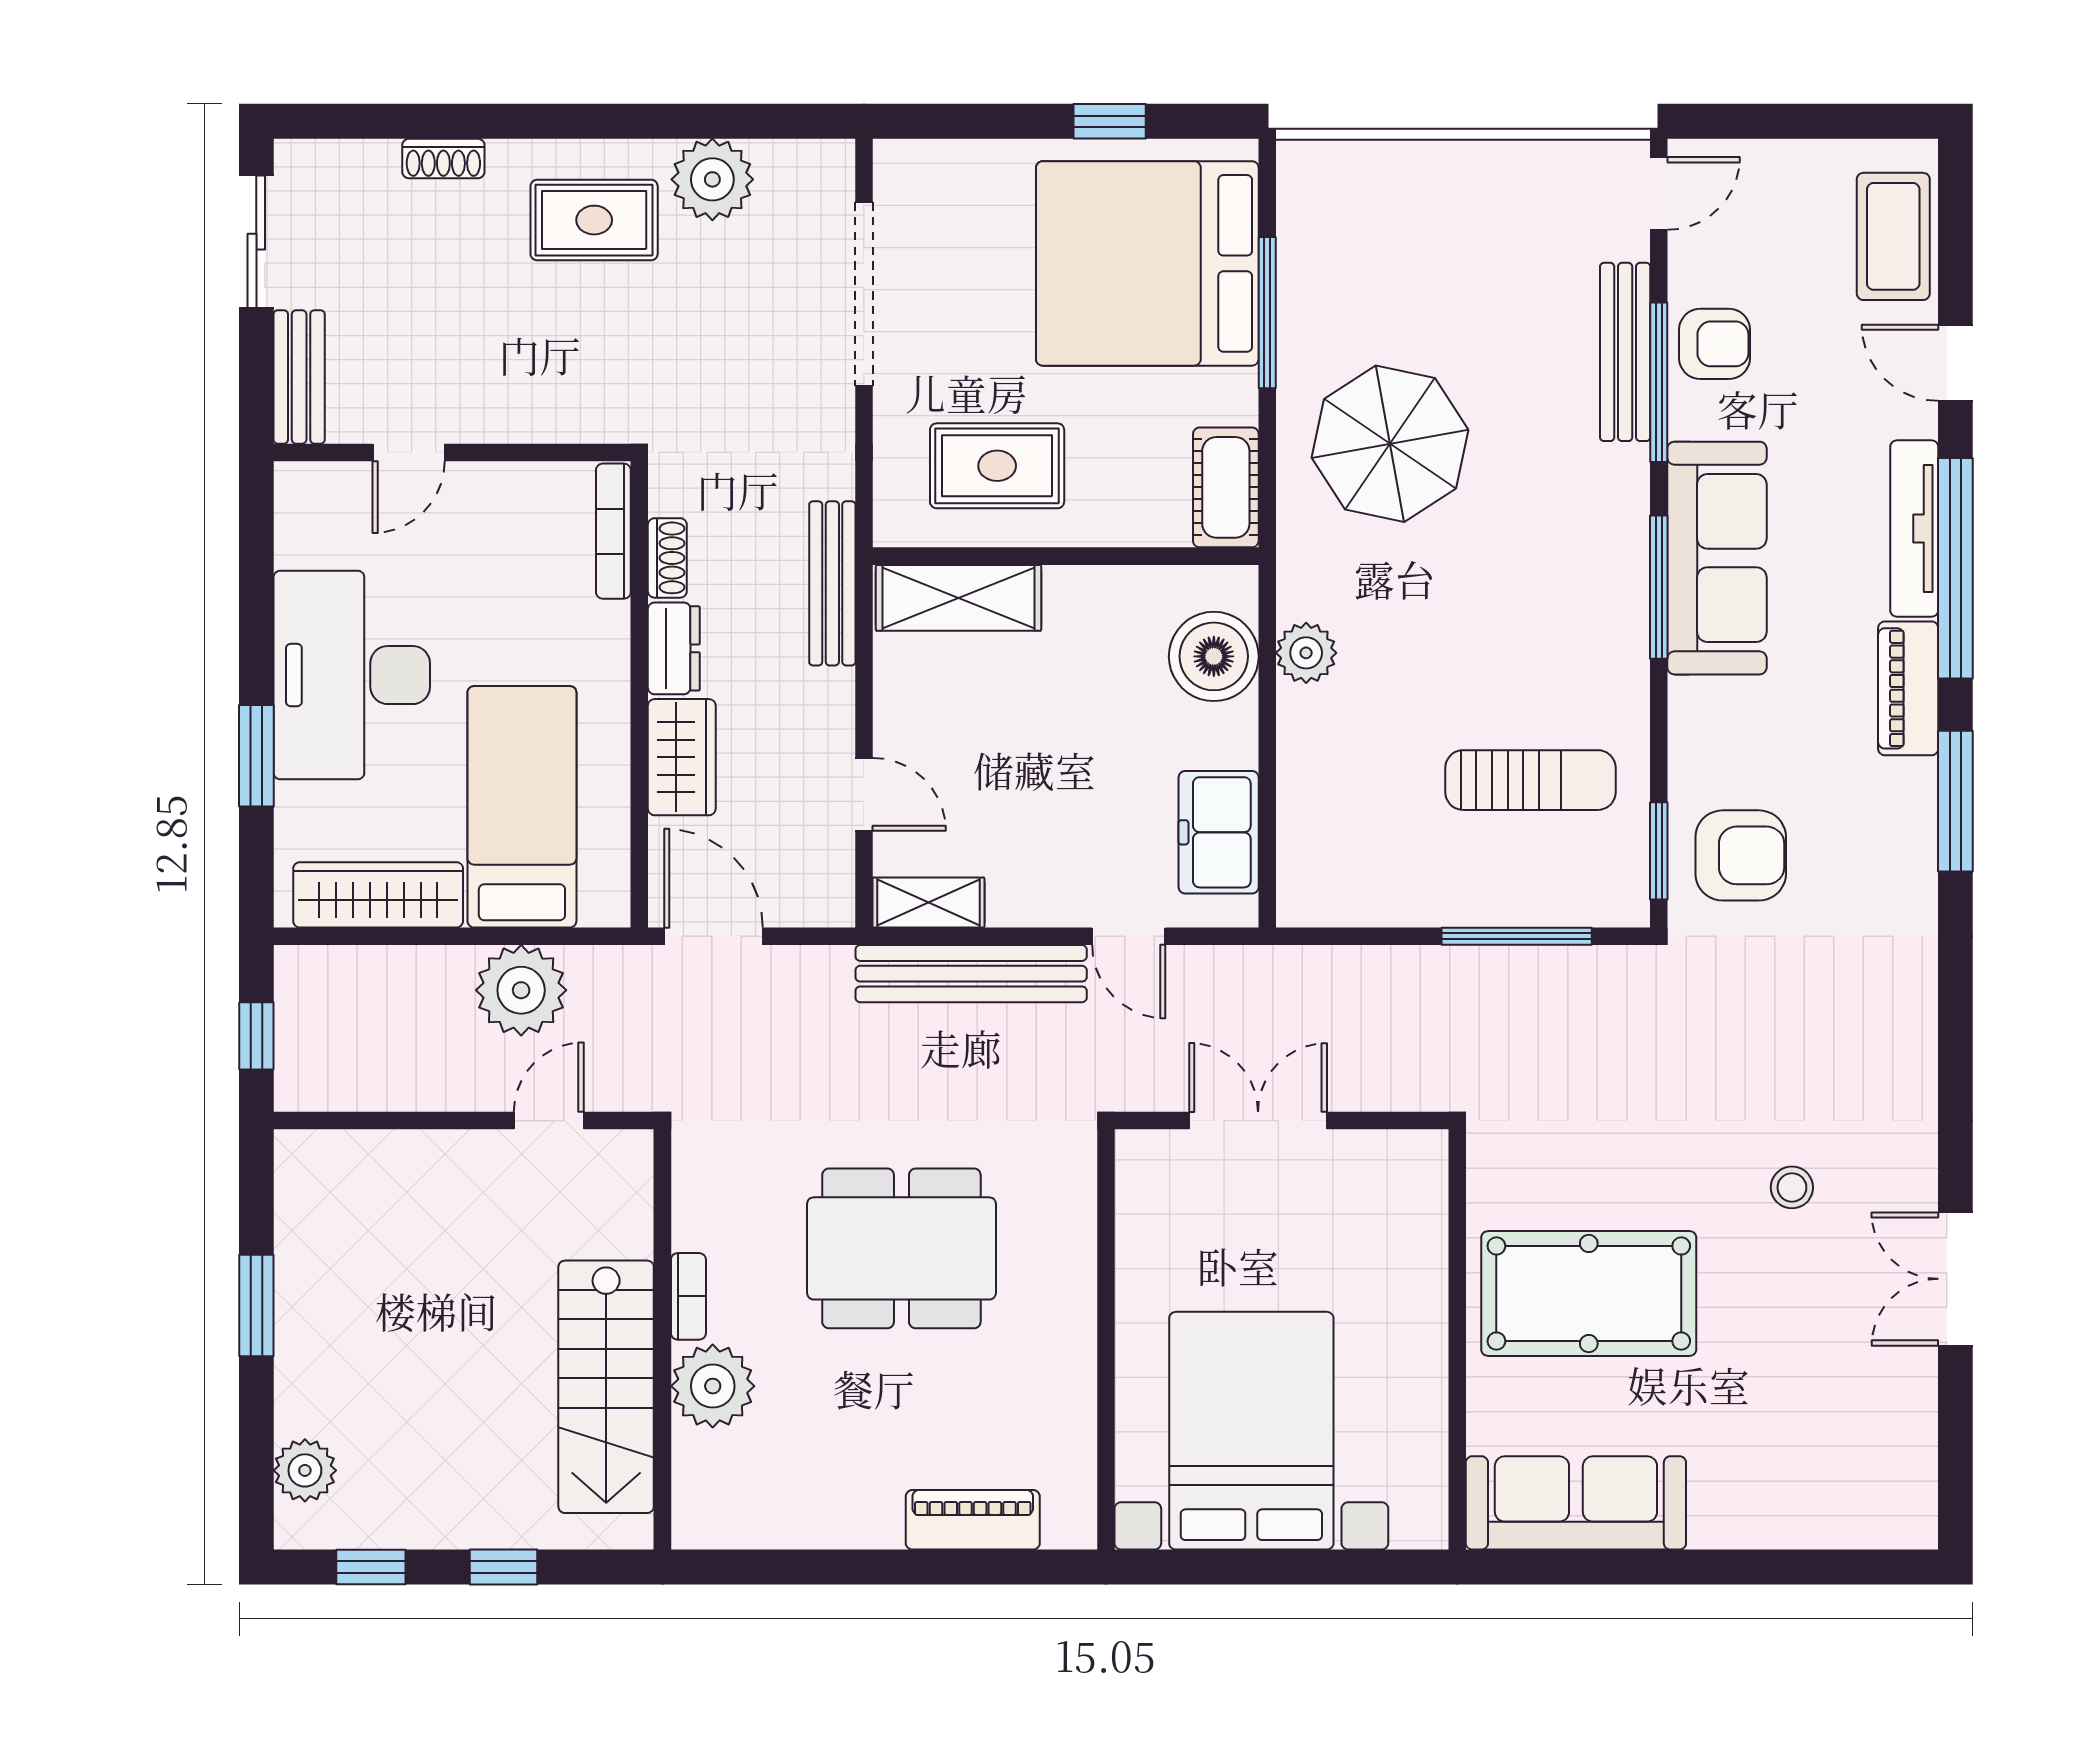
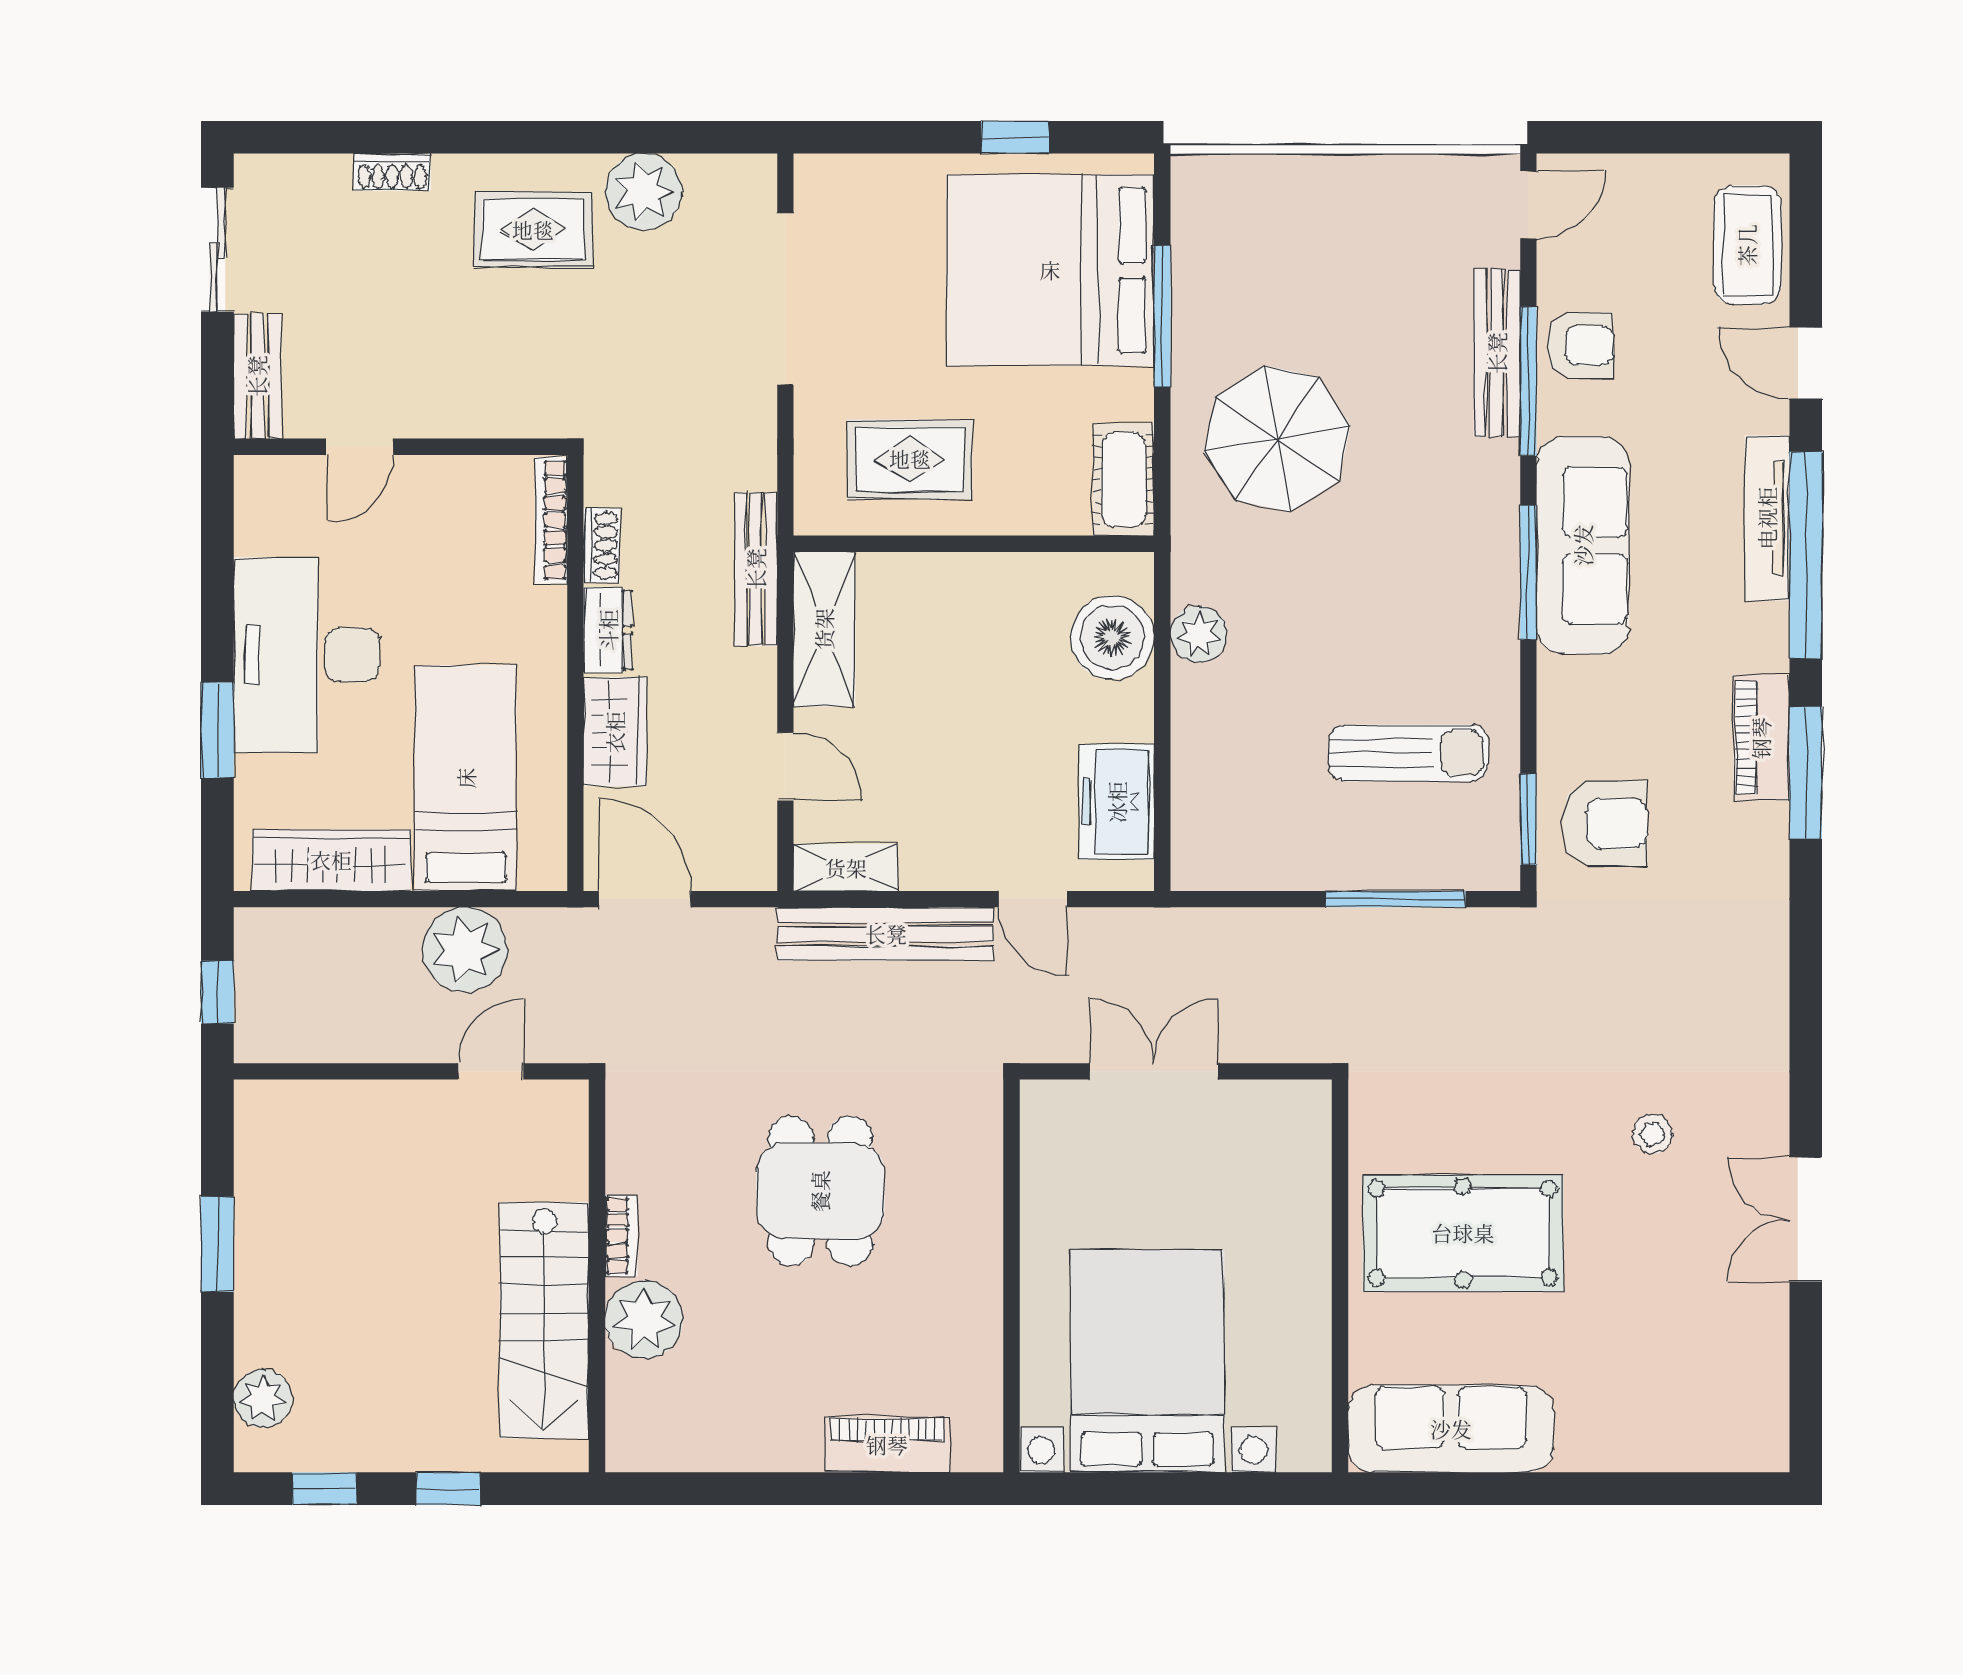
shelving: (958, 598) -> (824, 629), moved, turned 90
piano: (1908, 688) -> (1761, 738), moved
dining table: (901, 1248) -> (820, 1191), width x0.73

